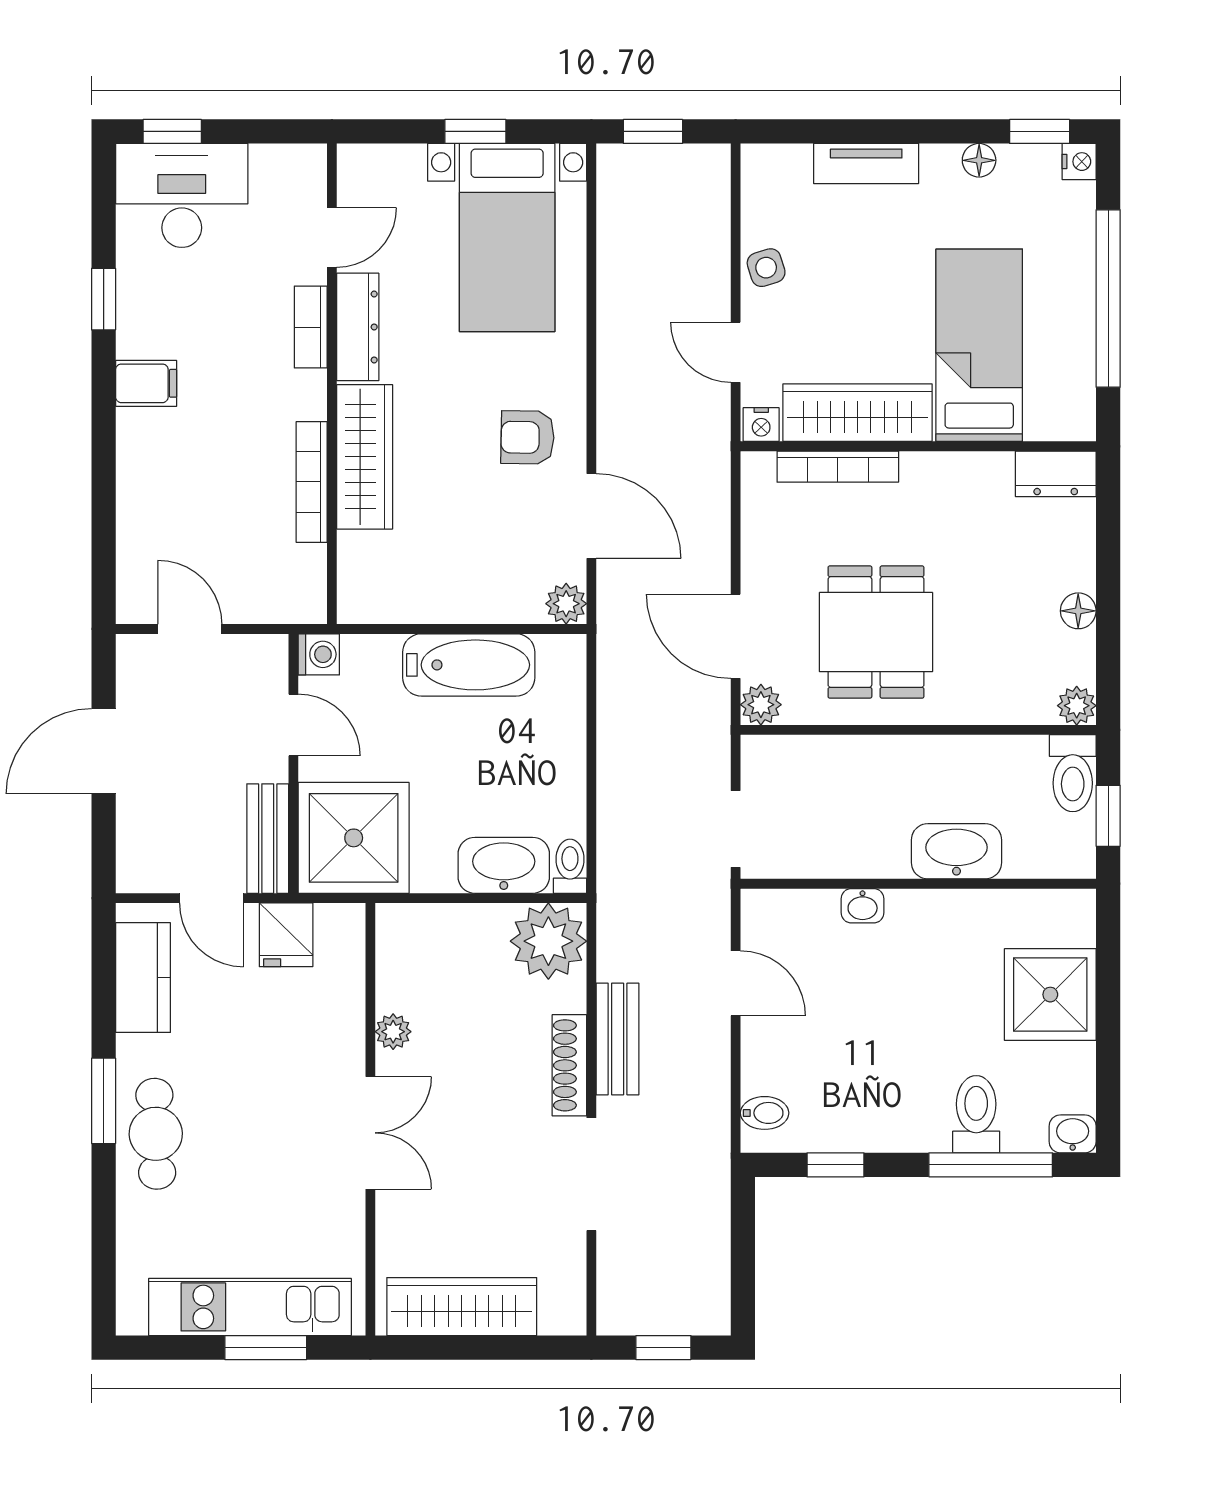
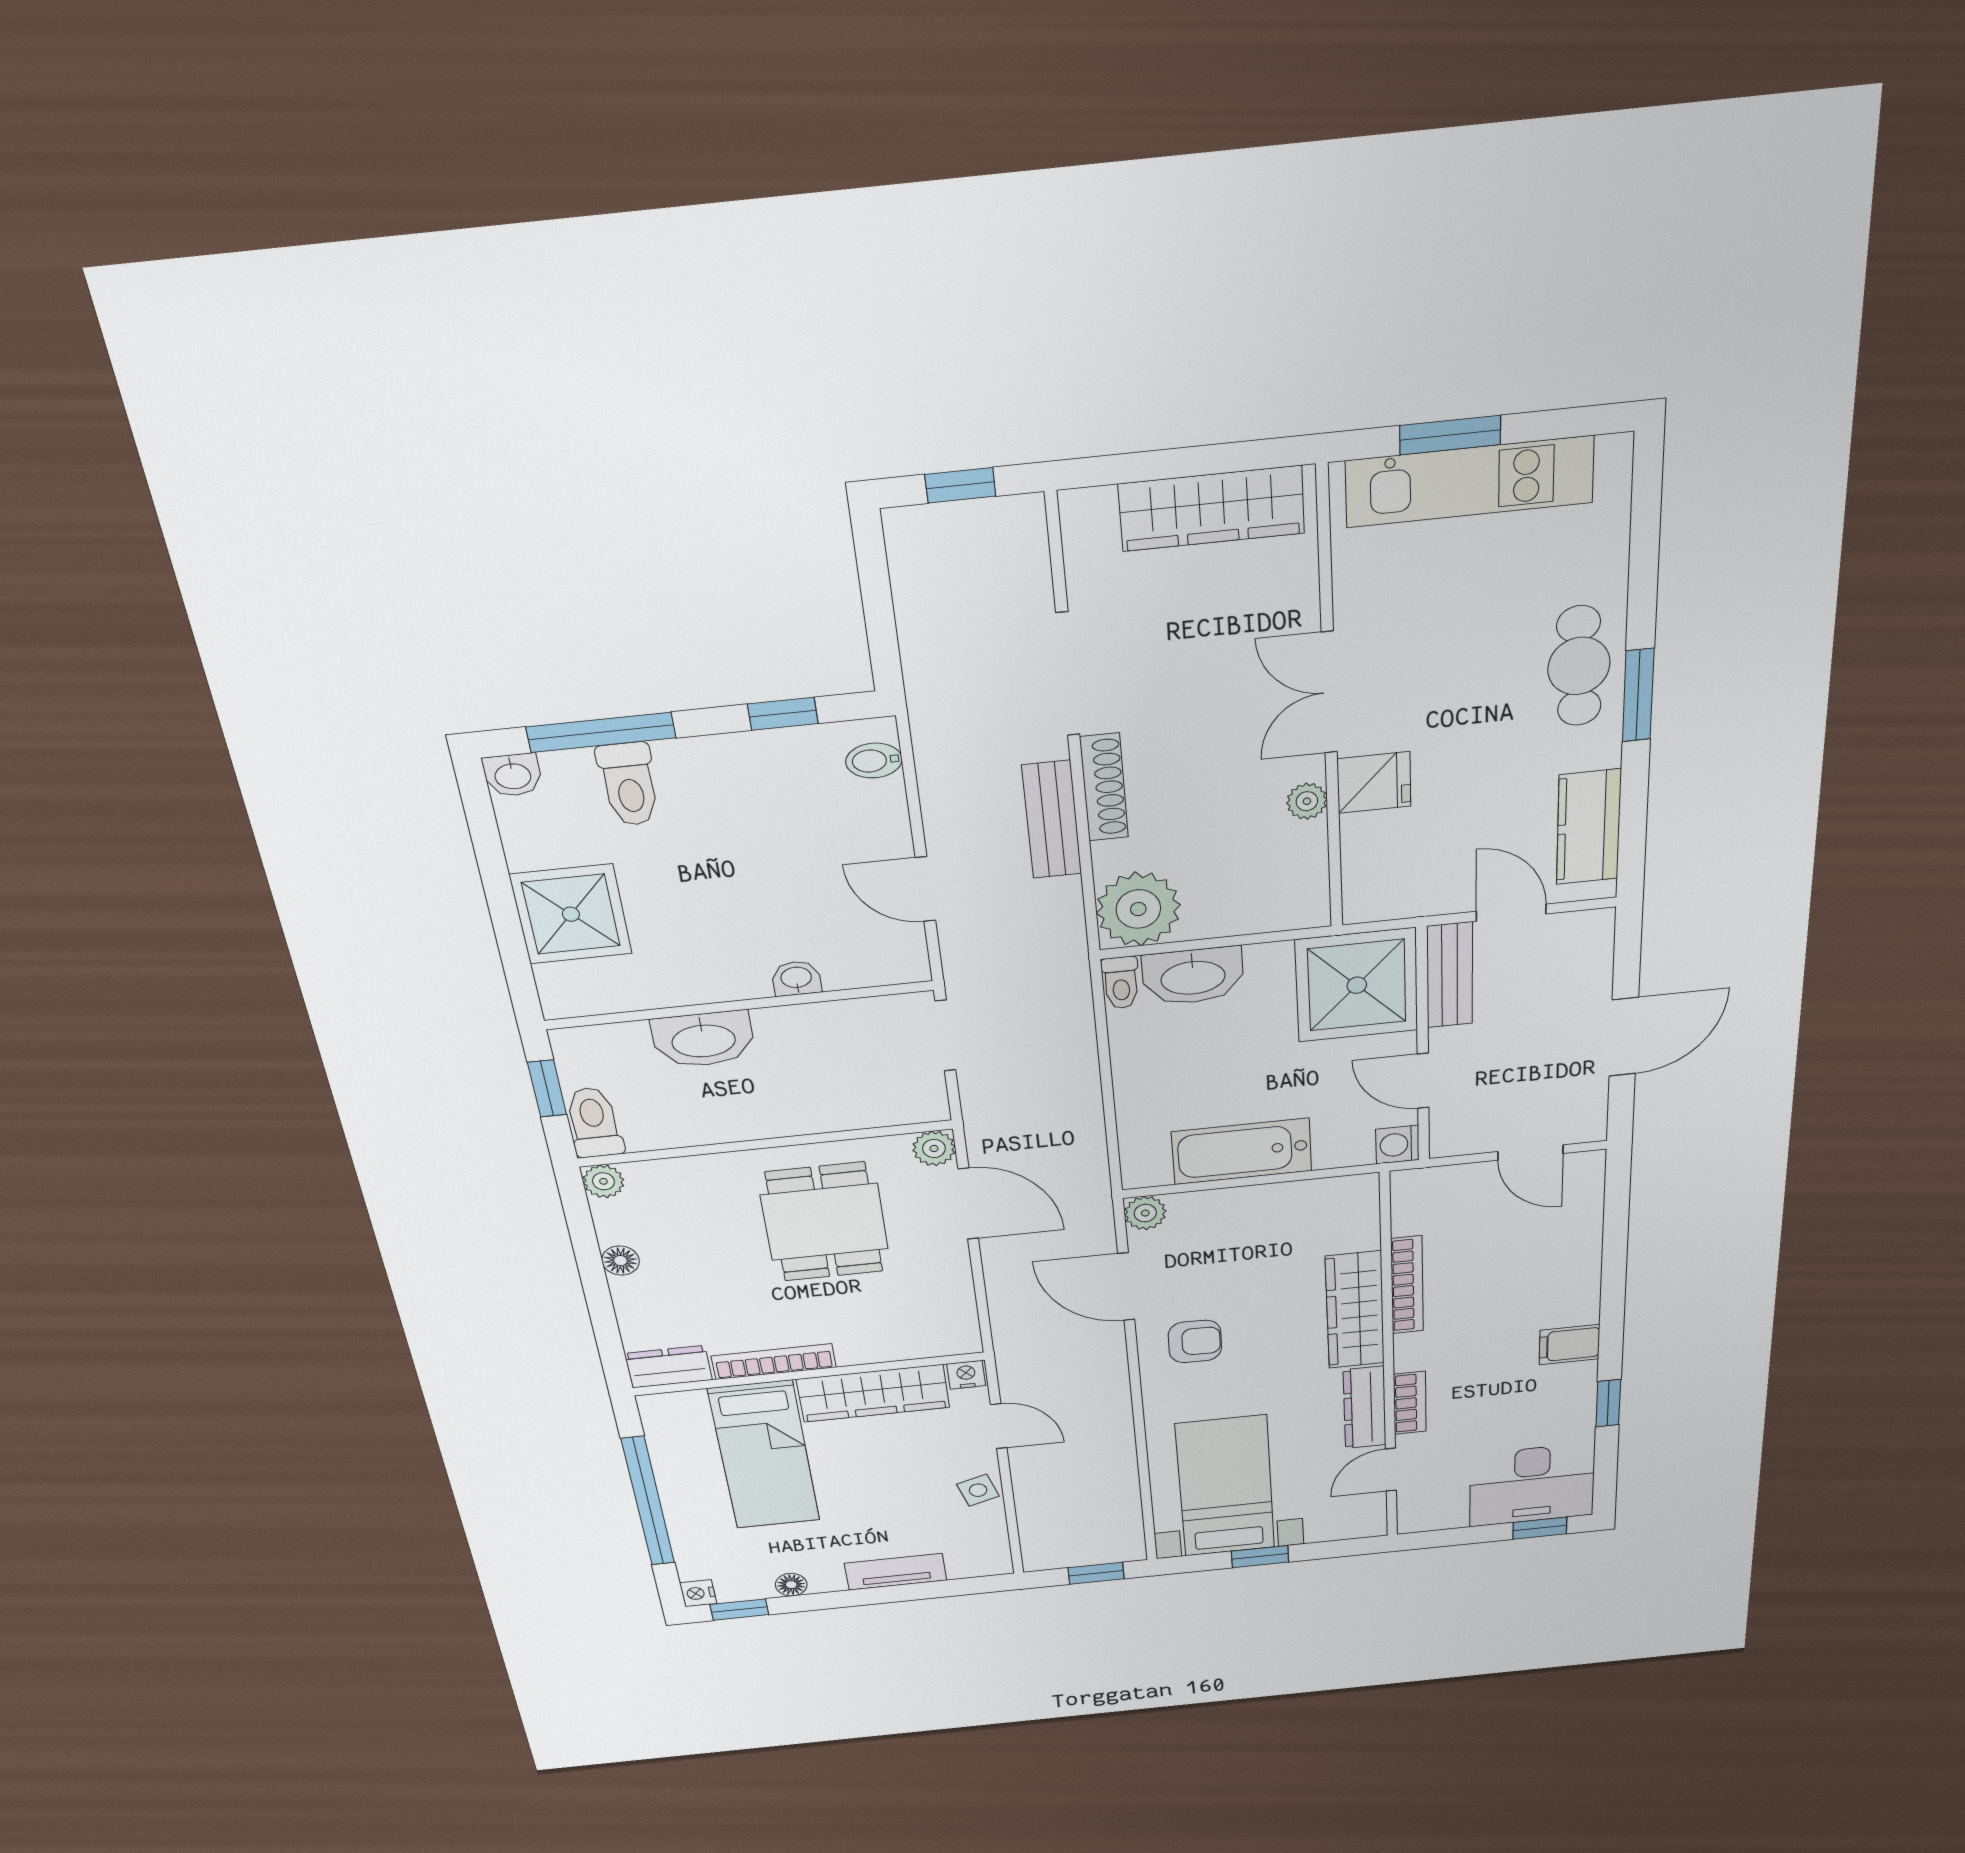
bookcase: (838, 467) -> (774, 1362), moved
fridge: (286, 935) -> (1374, 782), moved, turned 90

